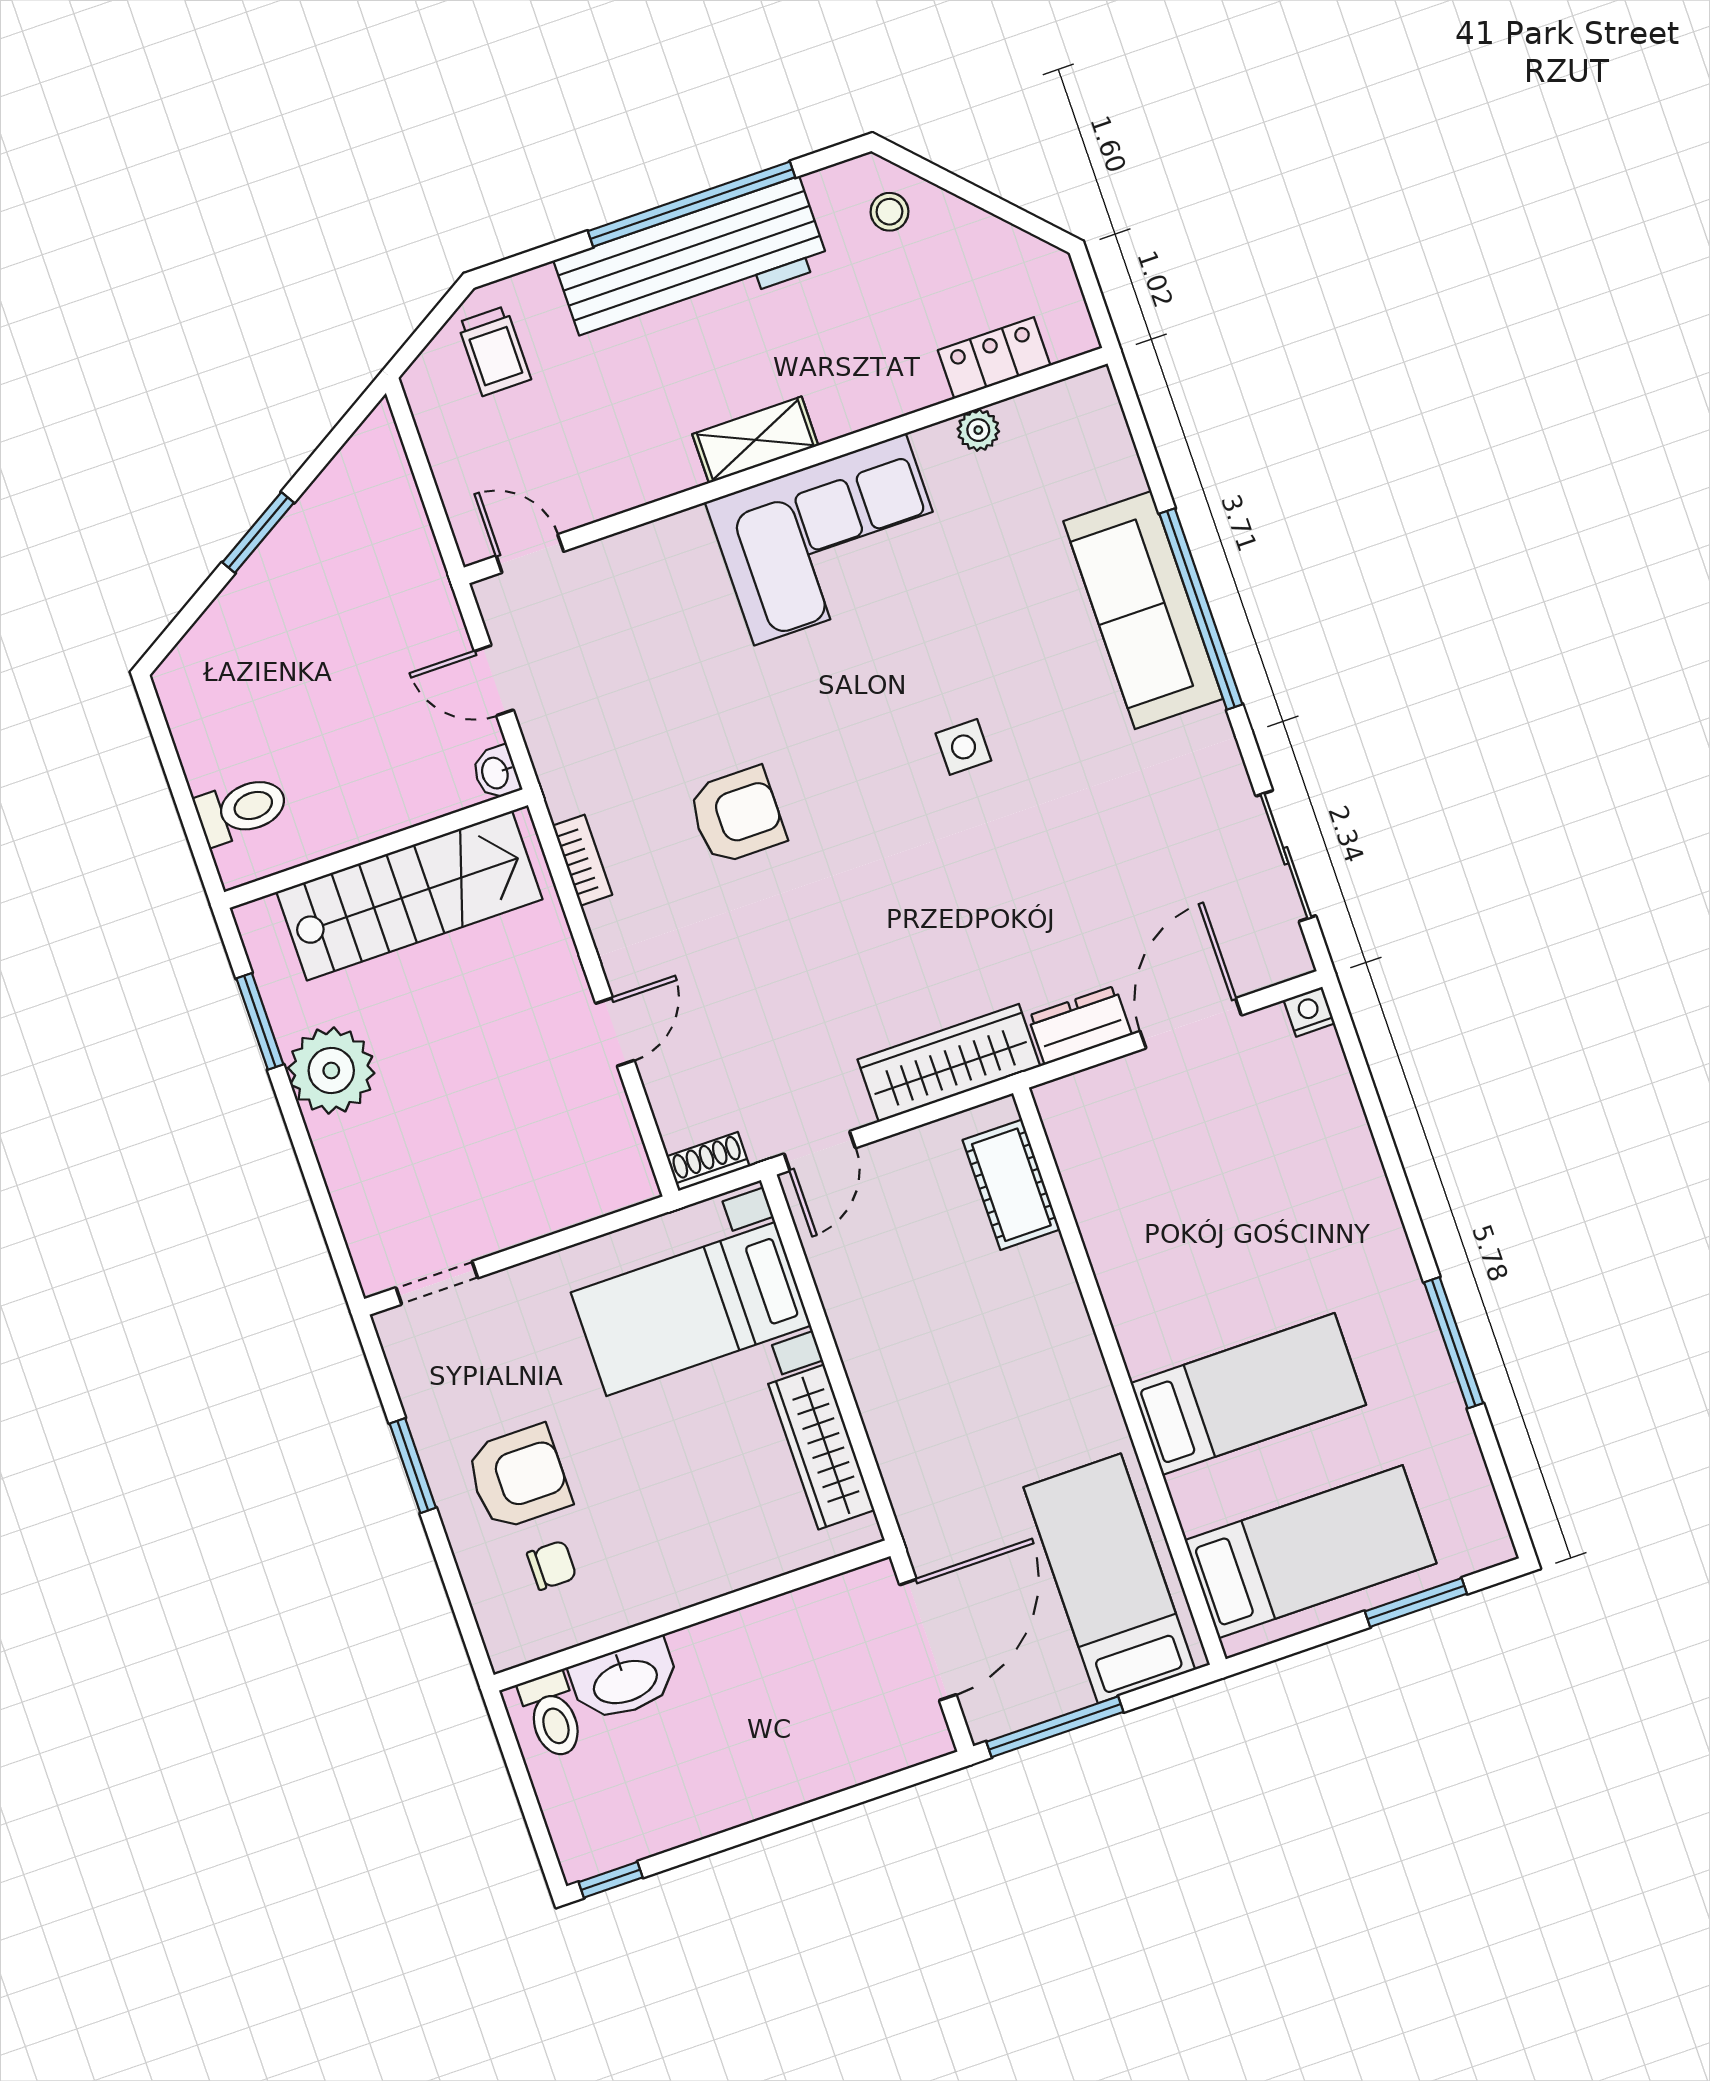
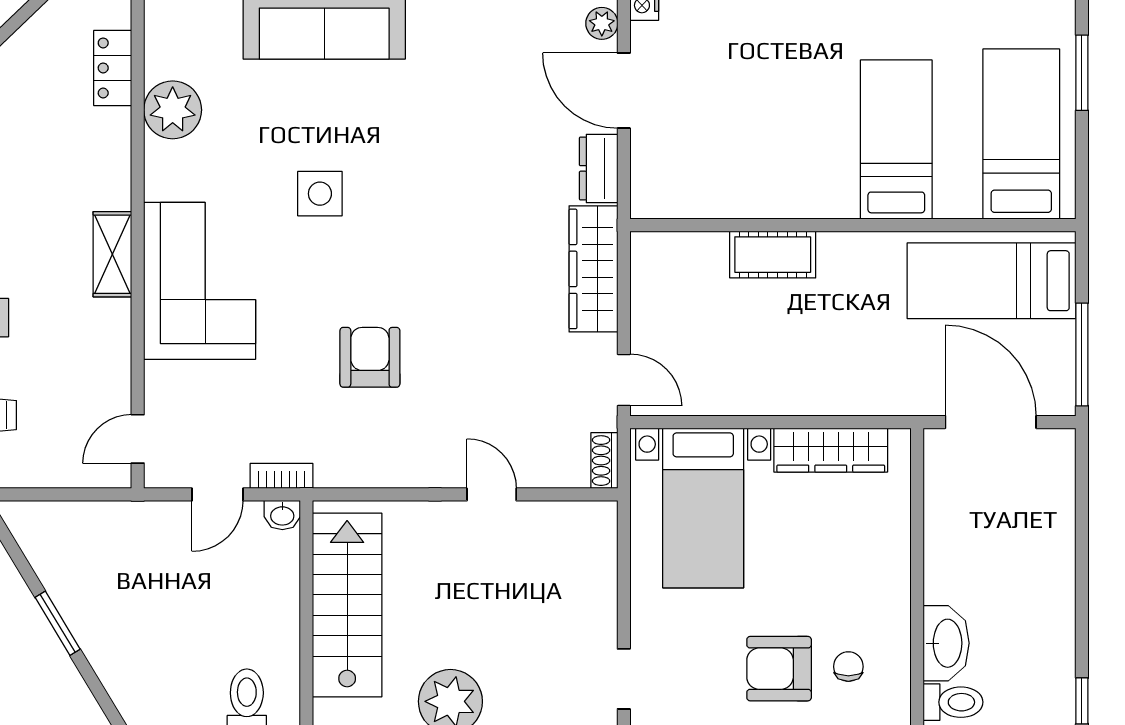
plant: (978, 430) -> (173, 110), width x1.88, depth x1.88
corner sofa: (830, 539) -> (200, 281), moved
side table: (963, 747) -> (320, 194), moved, width x1.37, depth x1.37
bookcase: (582, 860) -> (282, 476), moved
plant: (1267, 965) -> (602, 23), added
cot: (1011, 1185) -> (773, 255), moved
armchair: (518, 1477) -> (779, 669), turned -90

